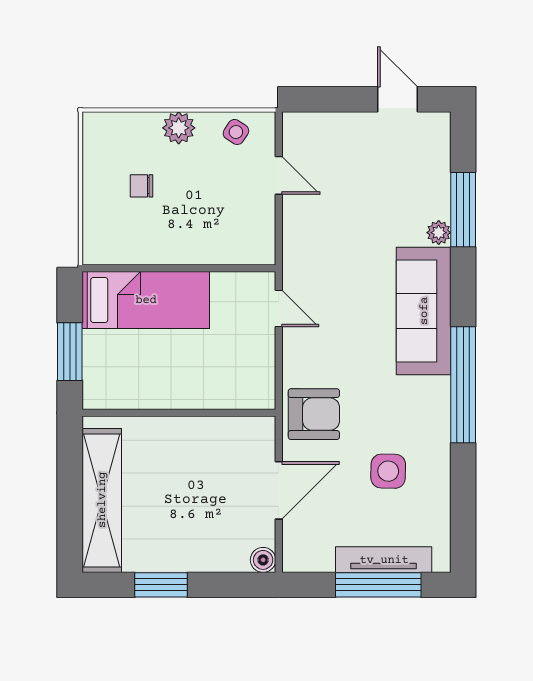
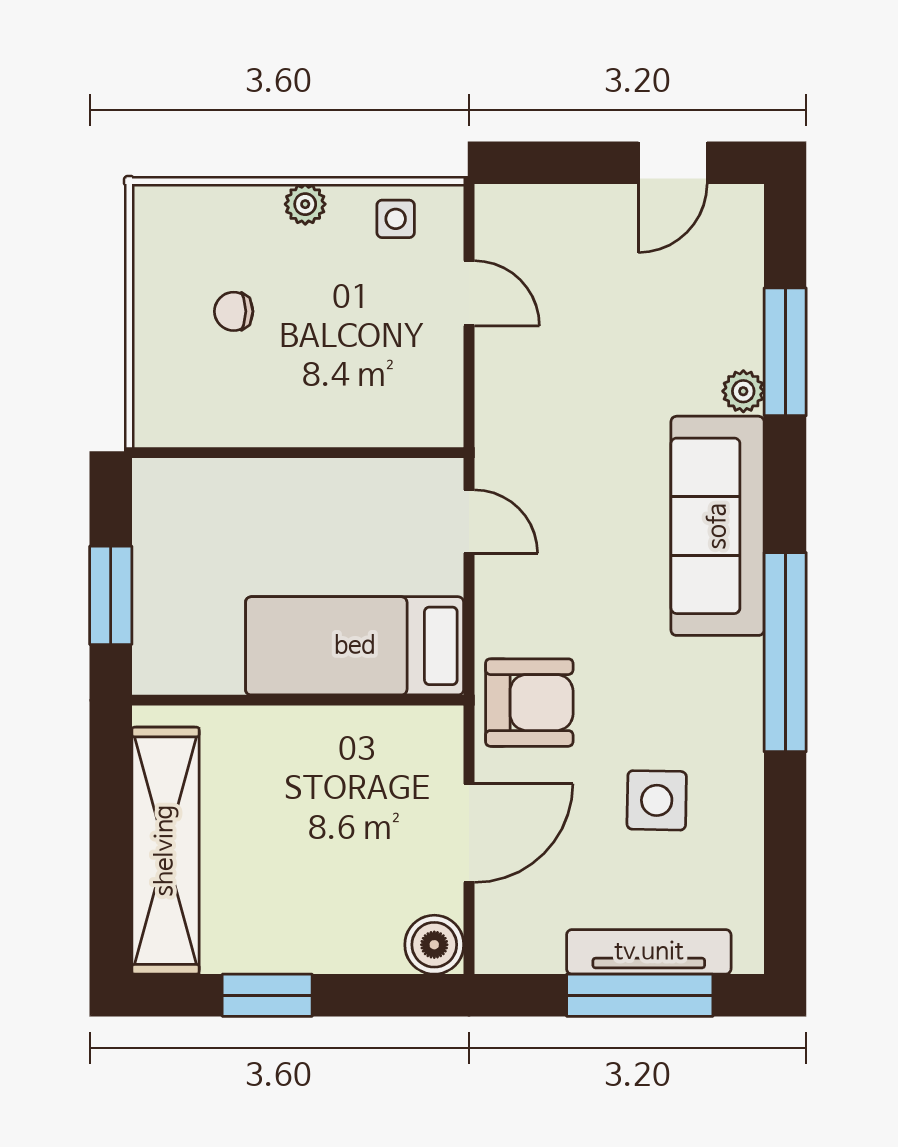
door: (398, 99) -> (673, 163), swing flipped
plant: (179, 128) -> (305, 204), width x0.73, depth x0.73
side table: (236, 132) -> (396, 219), turned -33
bed: (146, 300) -> (355, 646), moved, turned 180
boiler: (263, 560) -> (434, 945), width x1.36, depth x1.36

